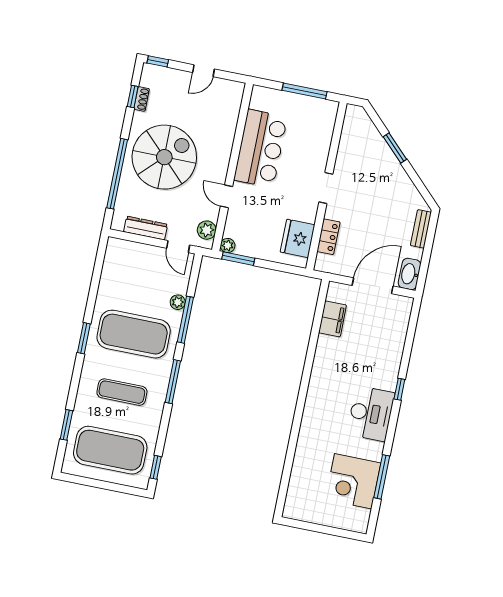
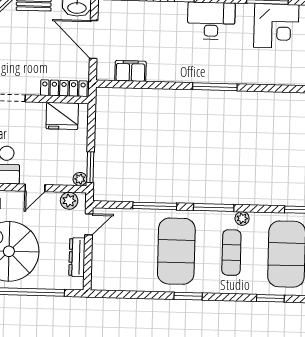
locker: (328, 237) -> (64, 88), width x1.53
plant: (178, 302) -> (242, 218), moved
window: (300, 405) -> (215, 87), added

